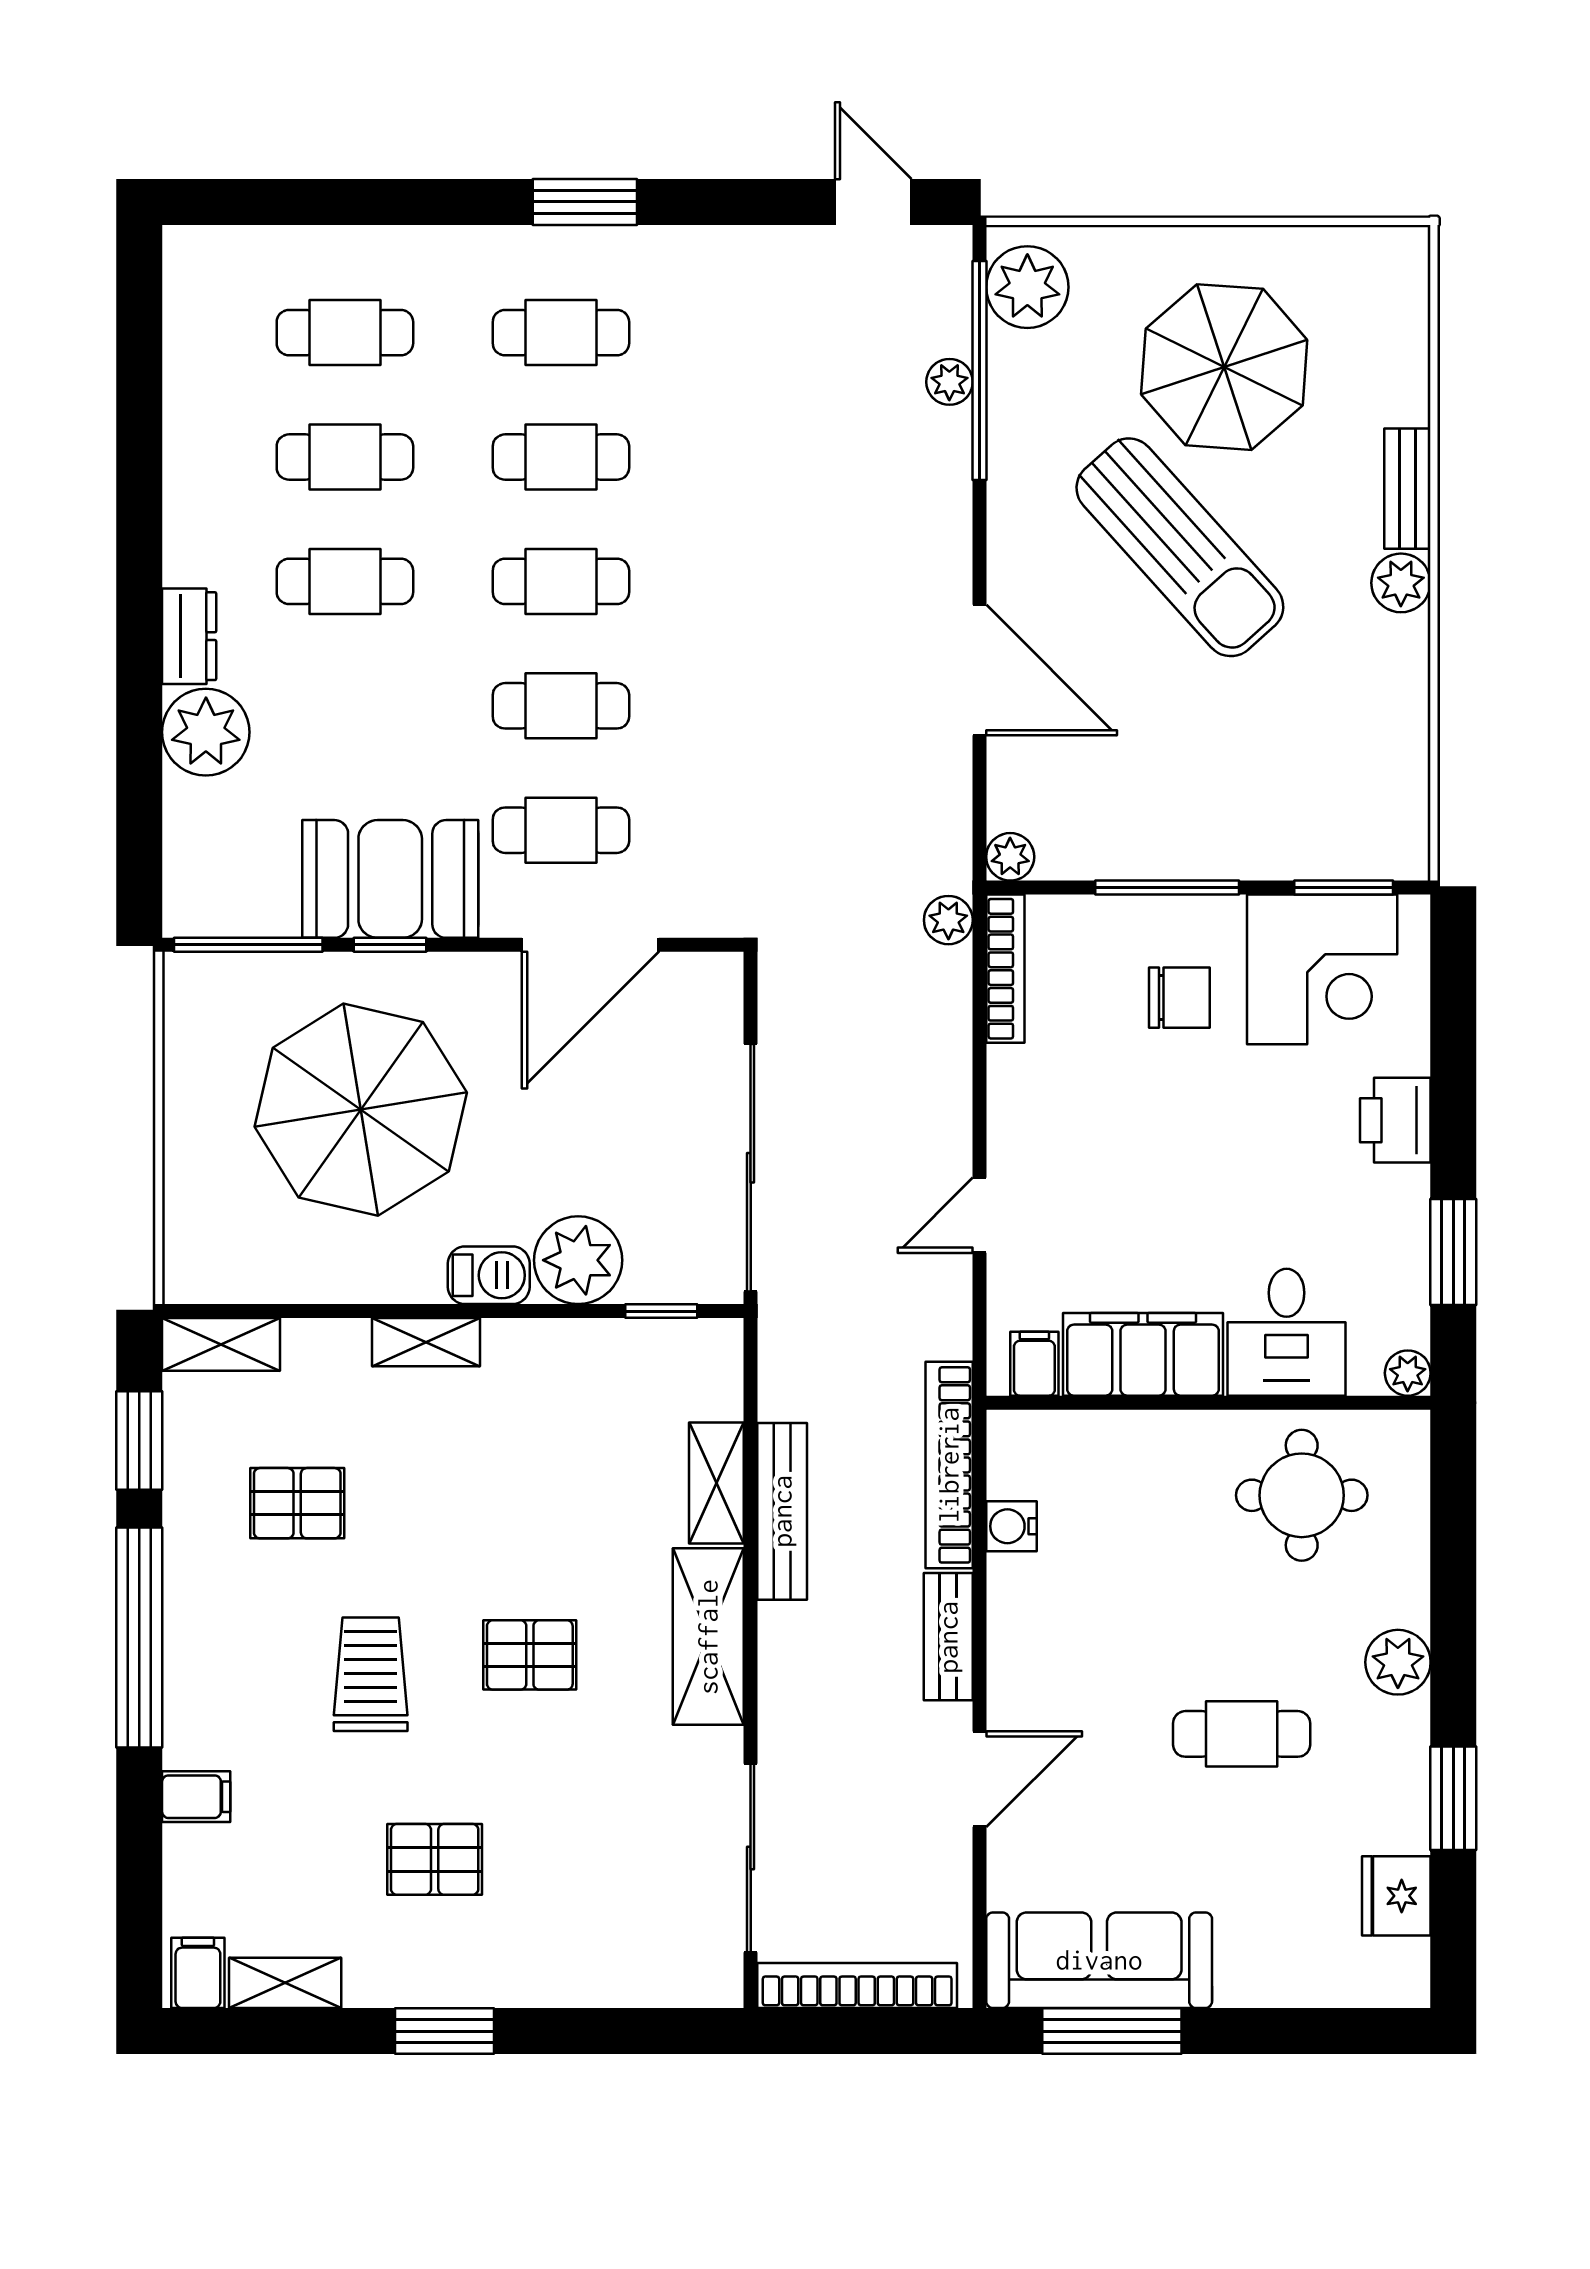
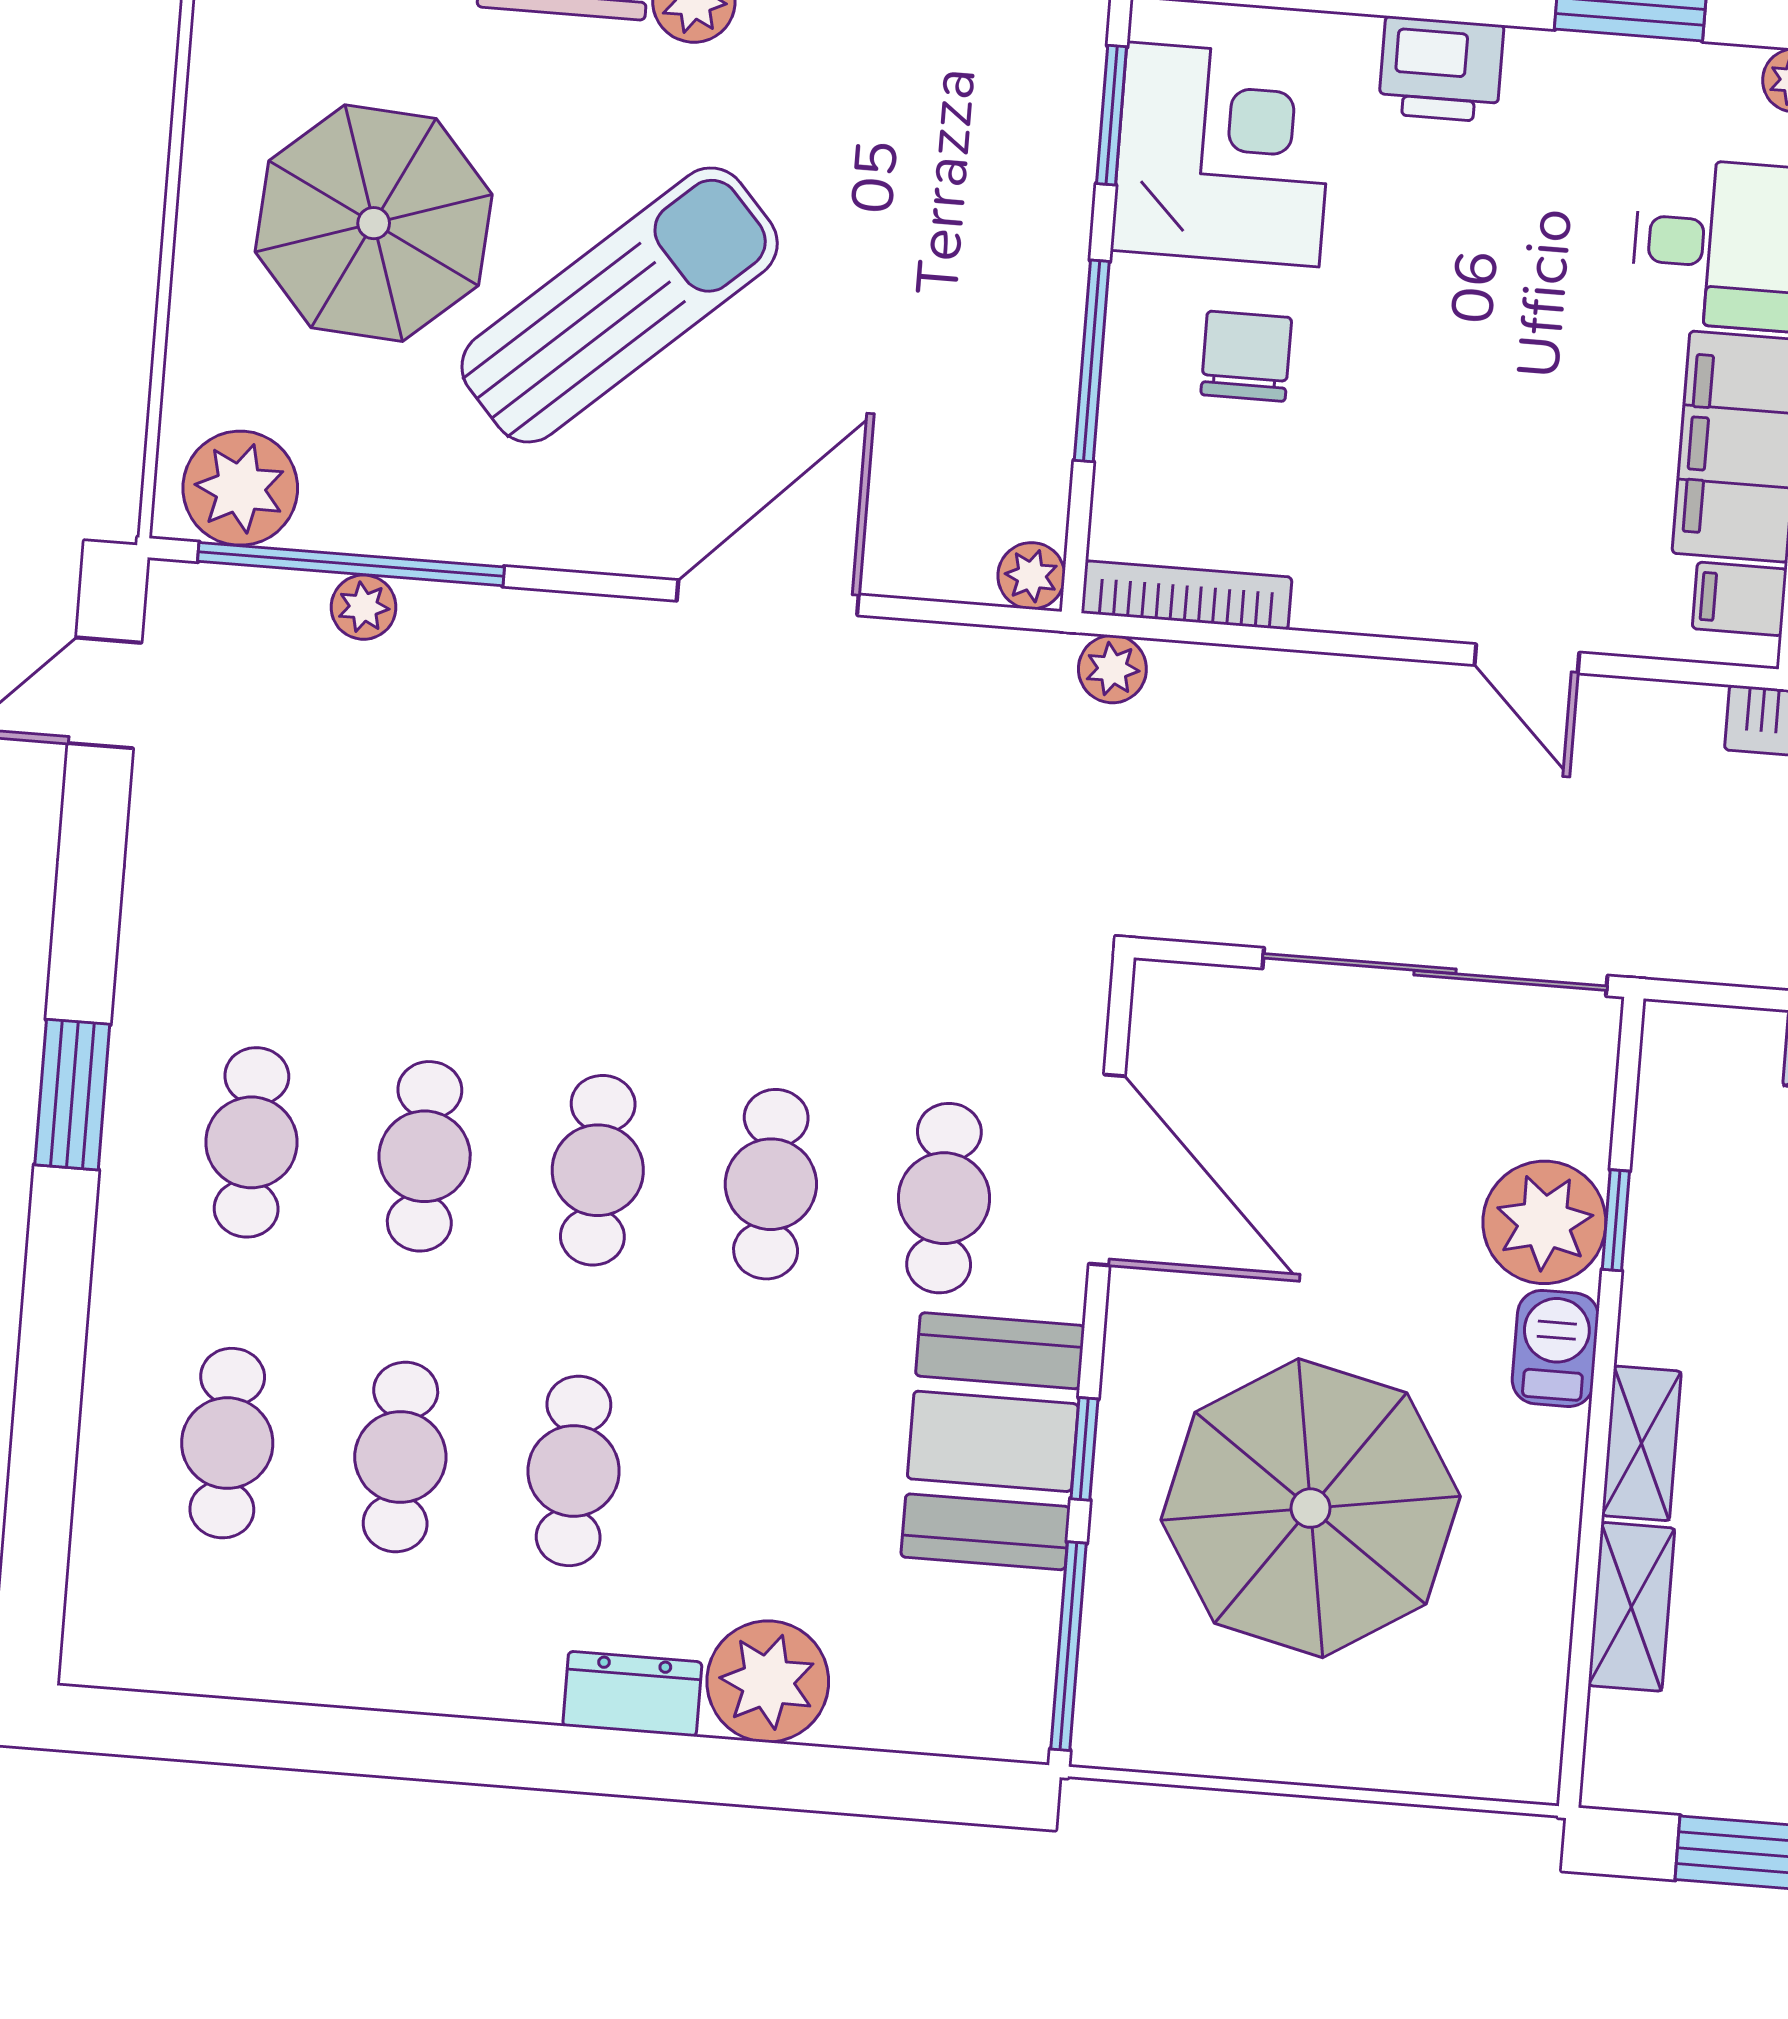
window: (661, 1311) -> (1616, 1220), moved
shelving: (221, 1344) -> (1631, 1607), moved

